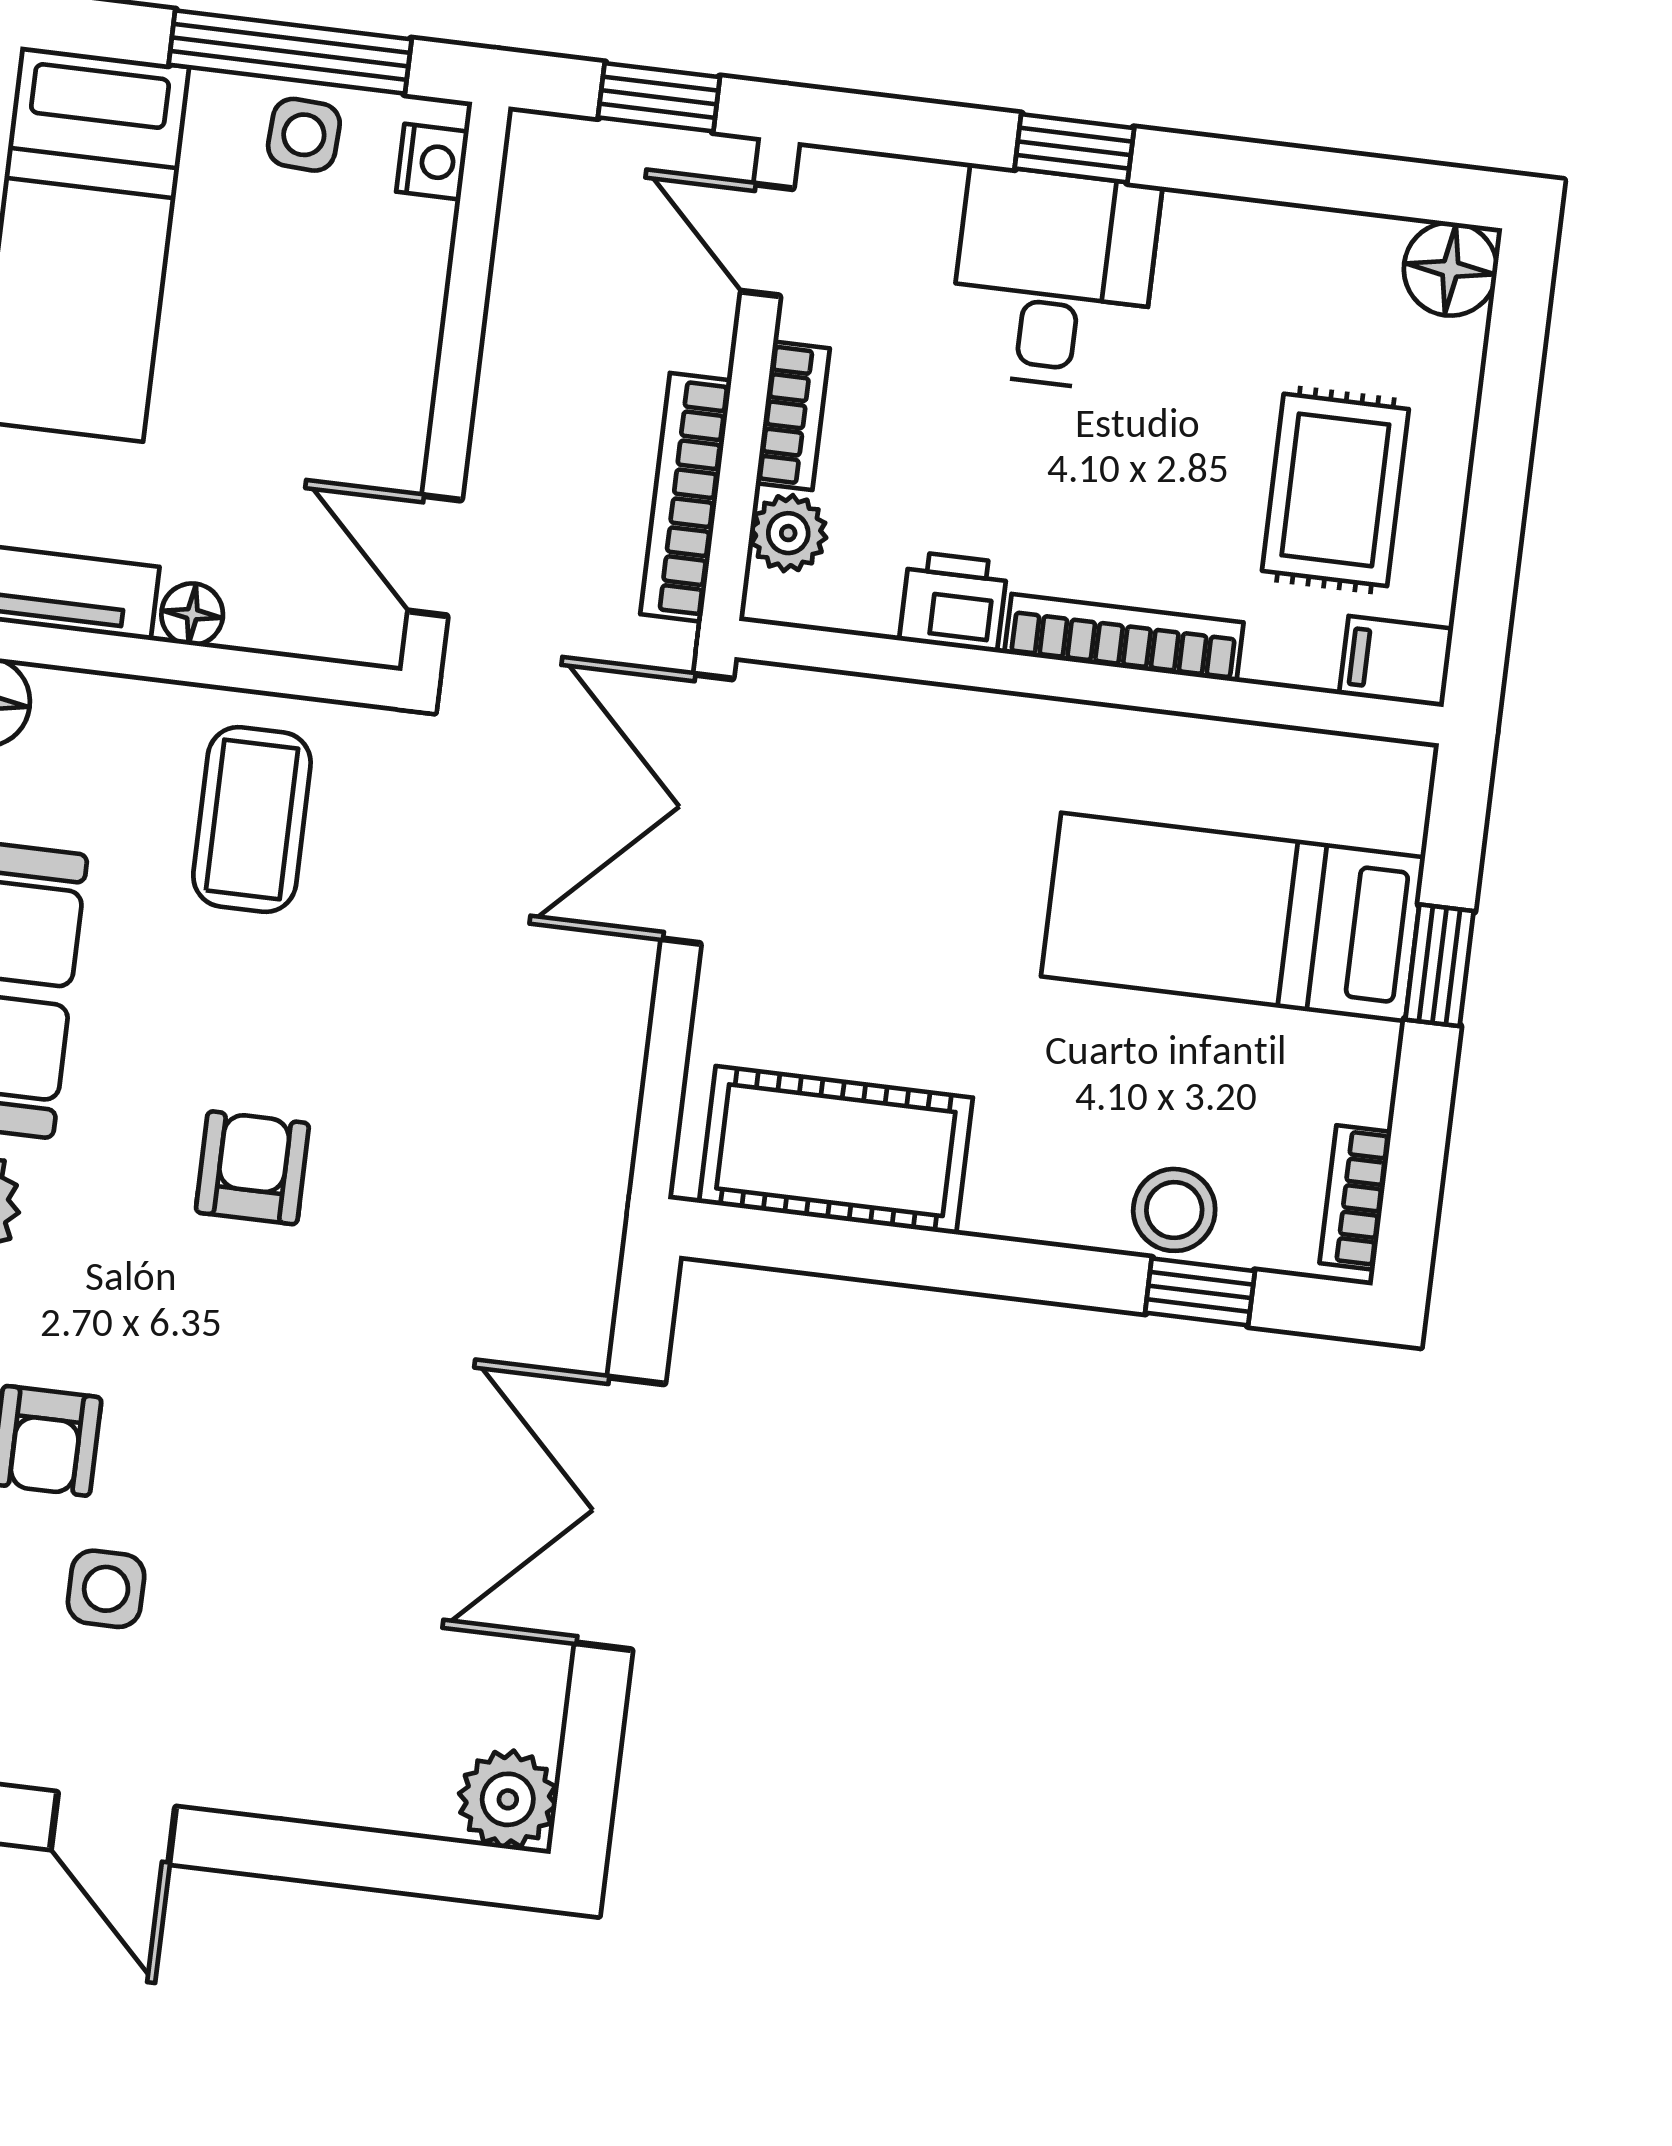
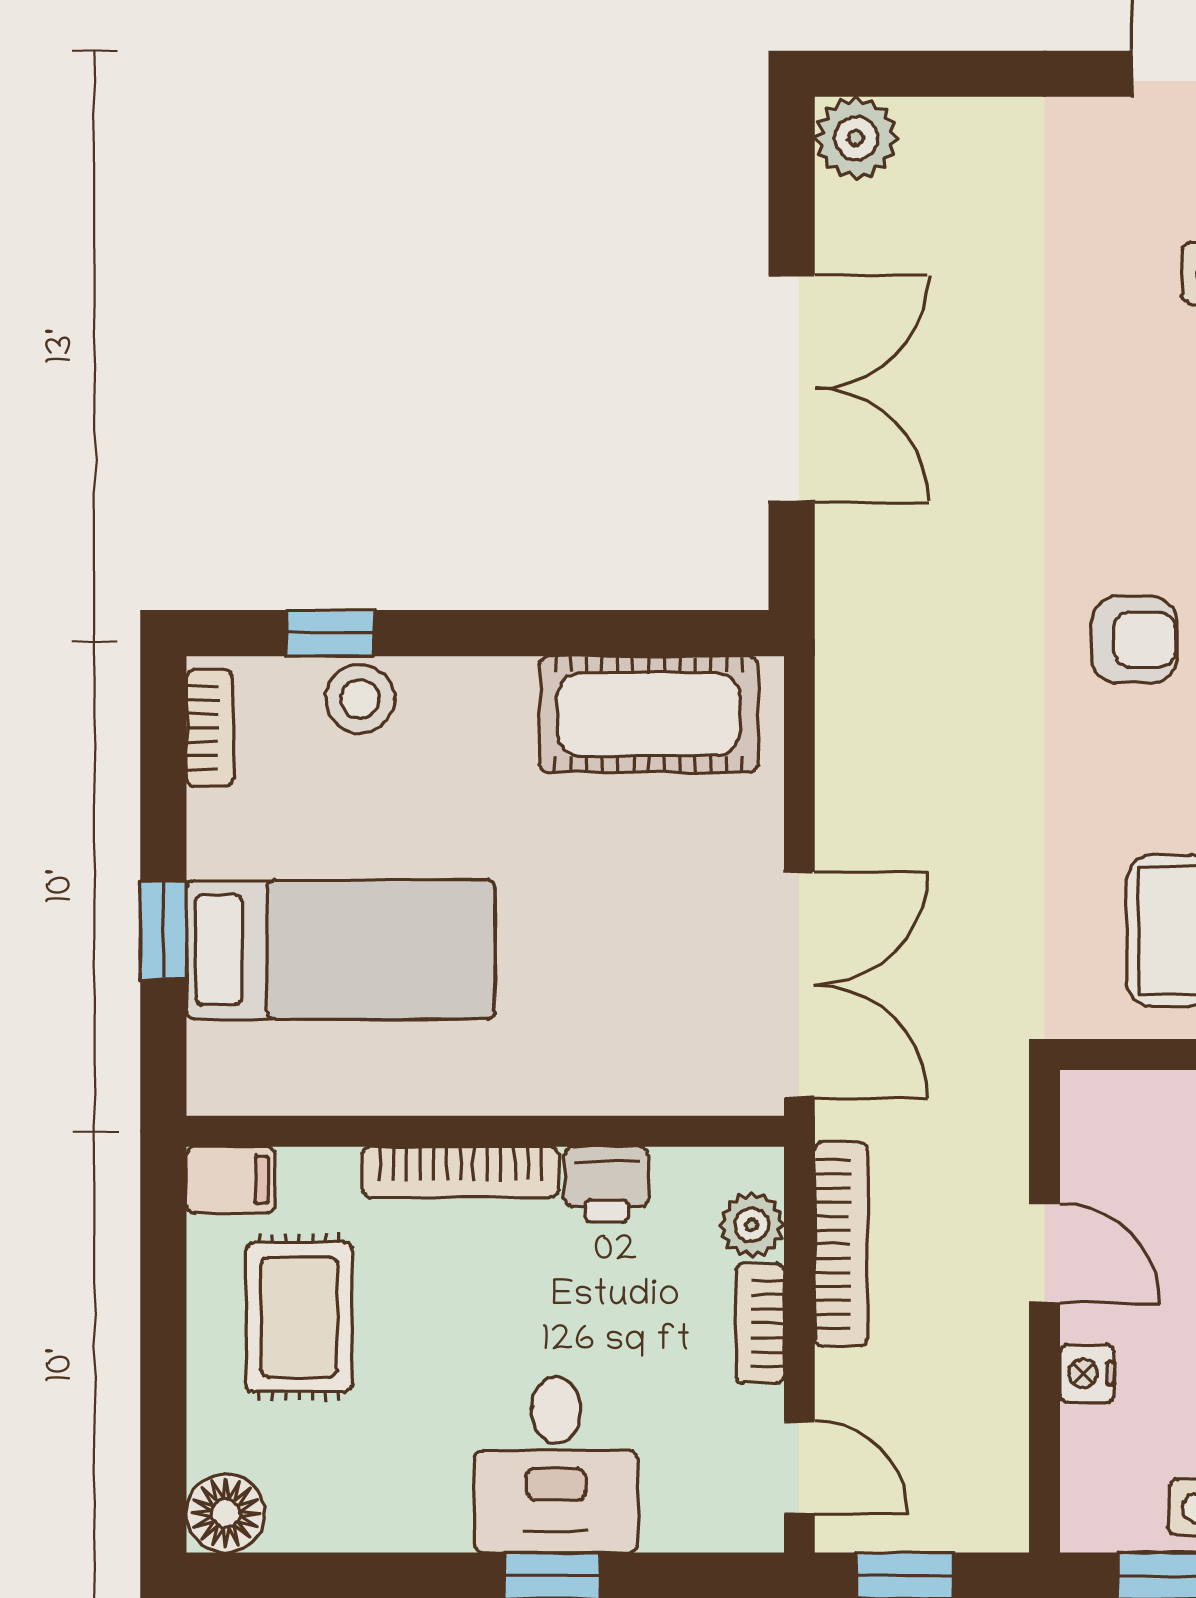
nightstand: (432, 162) -> (1087, 1373), moved
door: (435, 556) -> (1045, 1254), moved
armchair: (252, 1168) -> (1134, 640), turned -90

